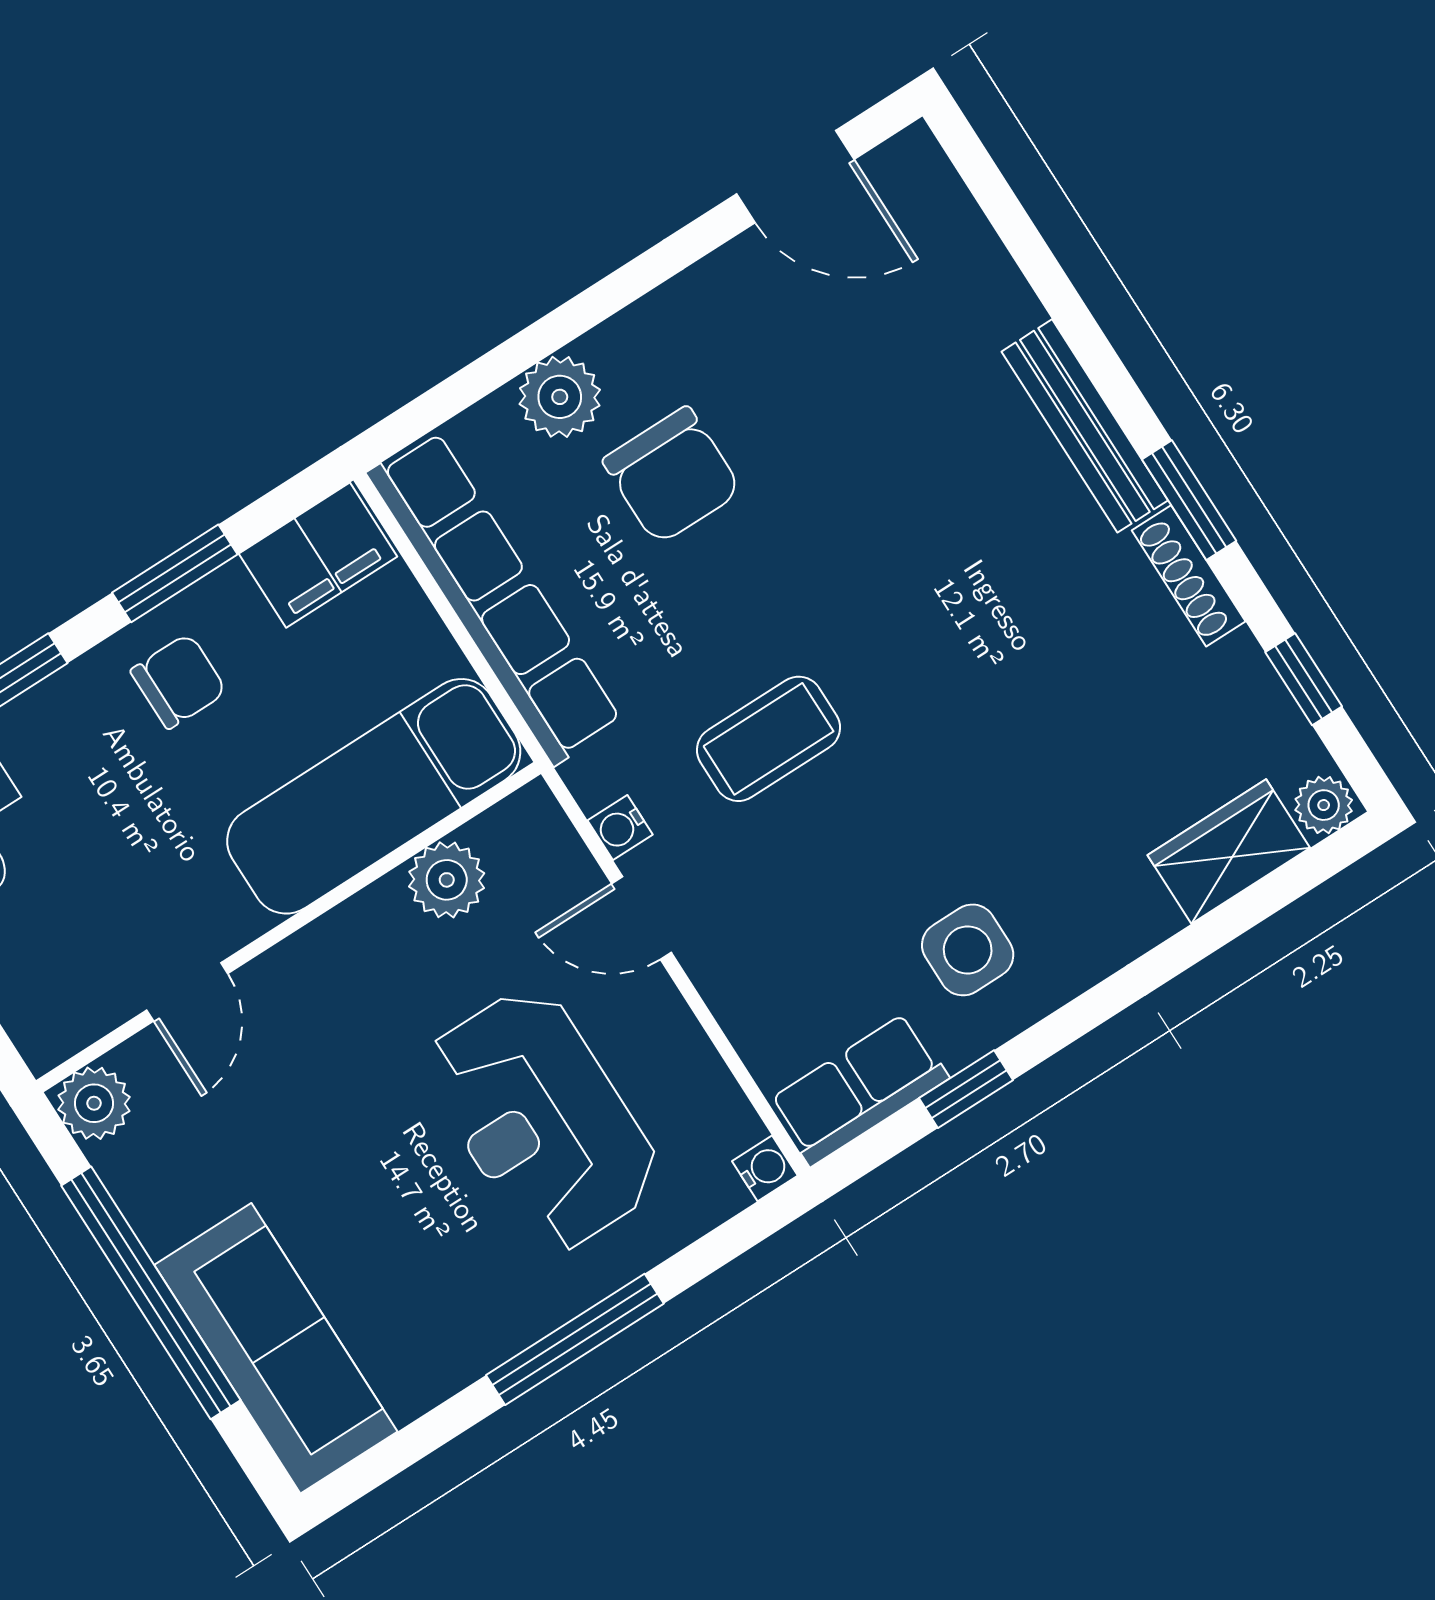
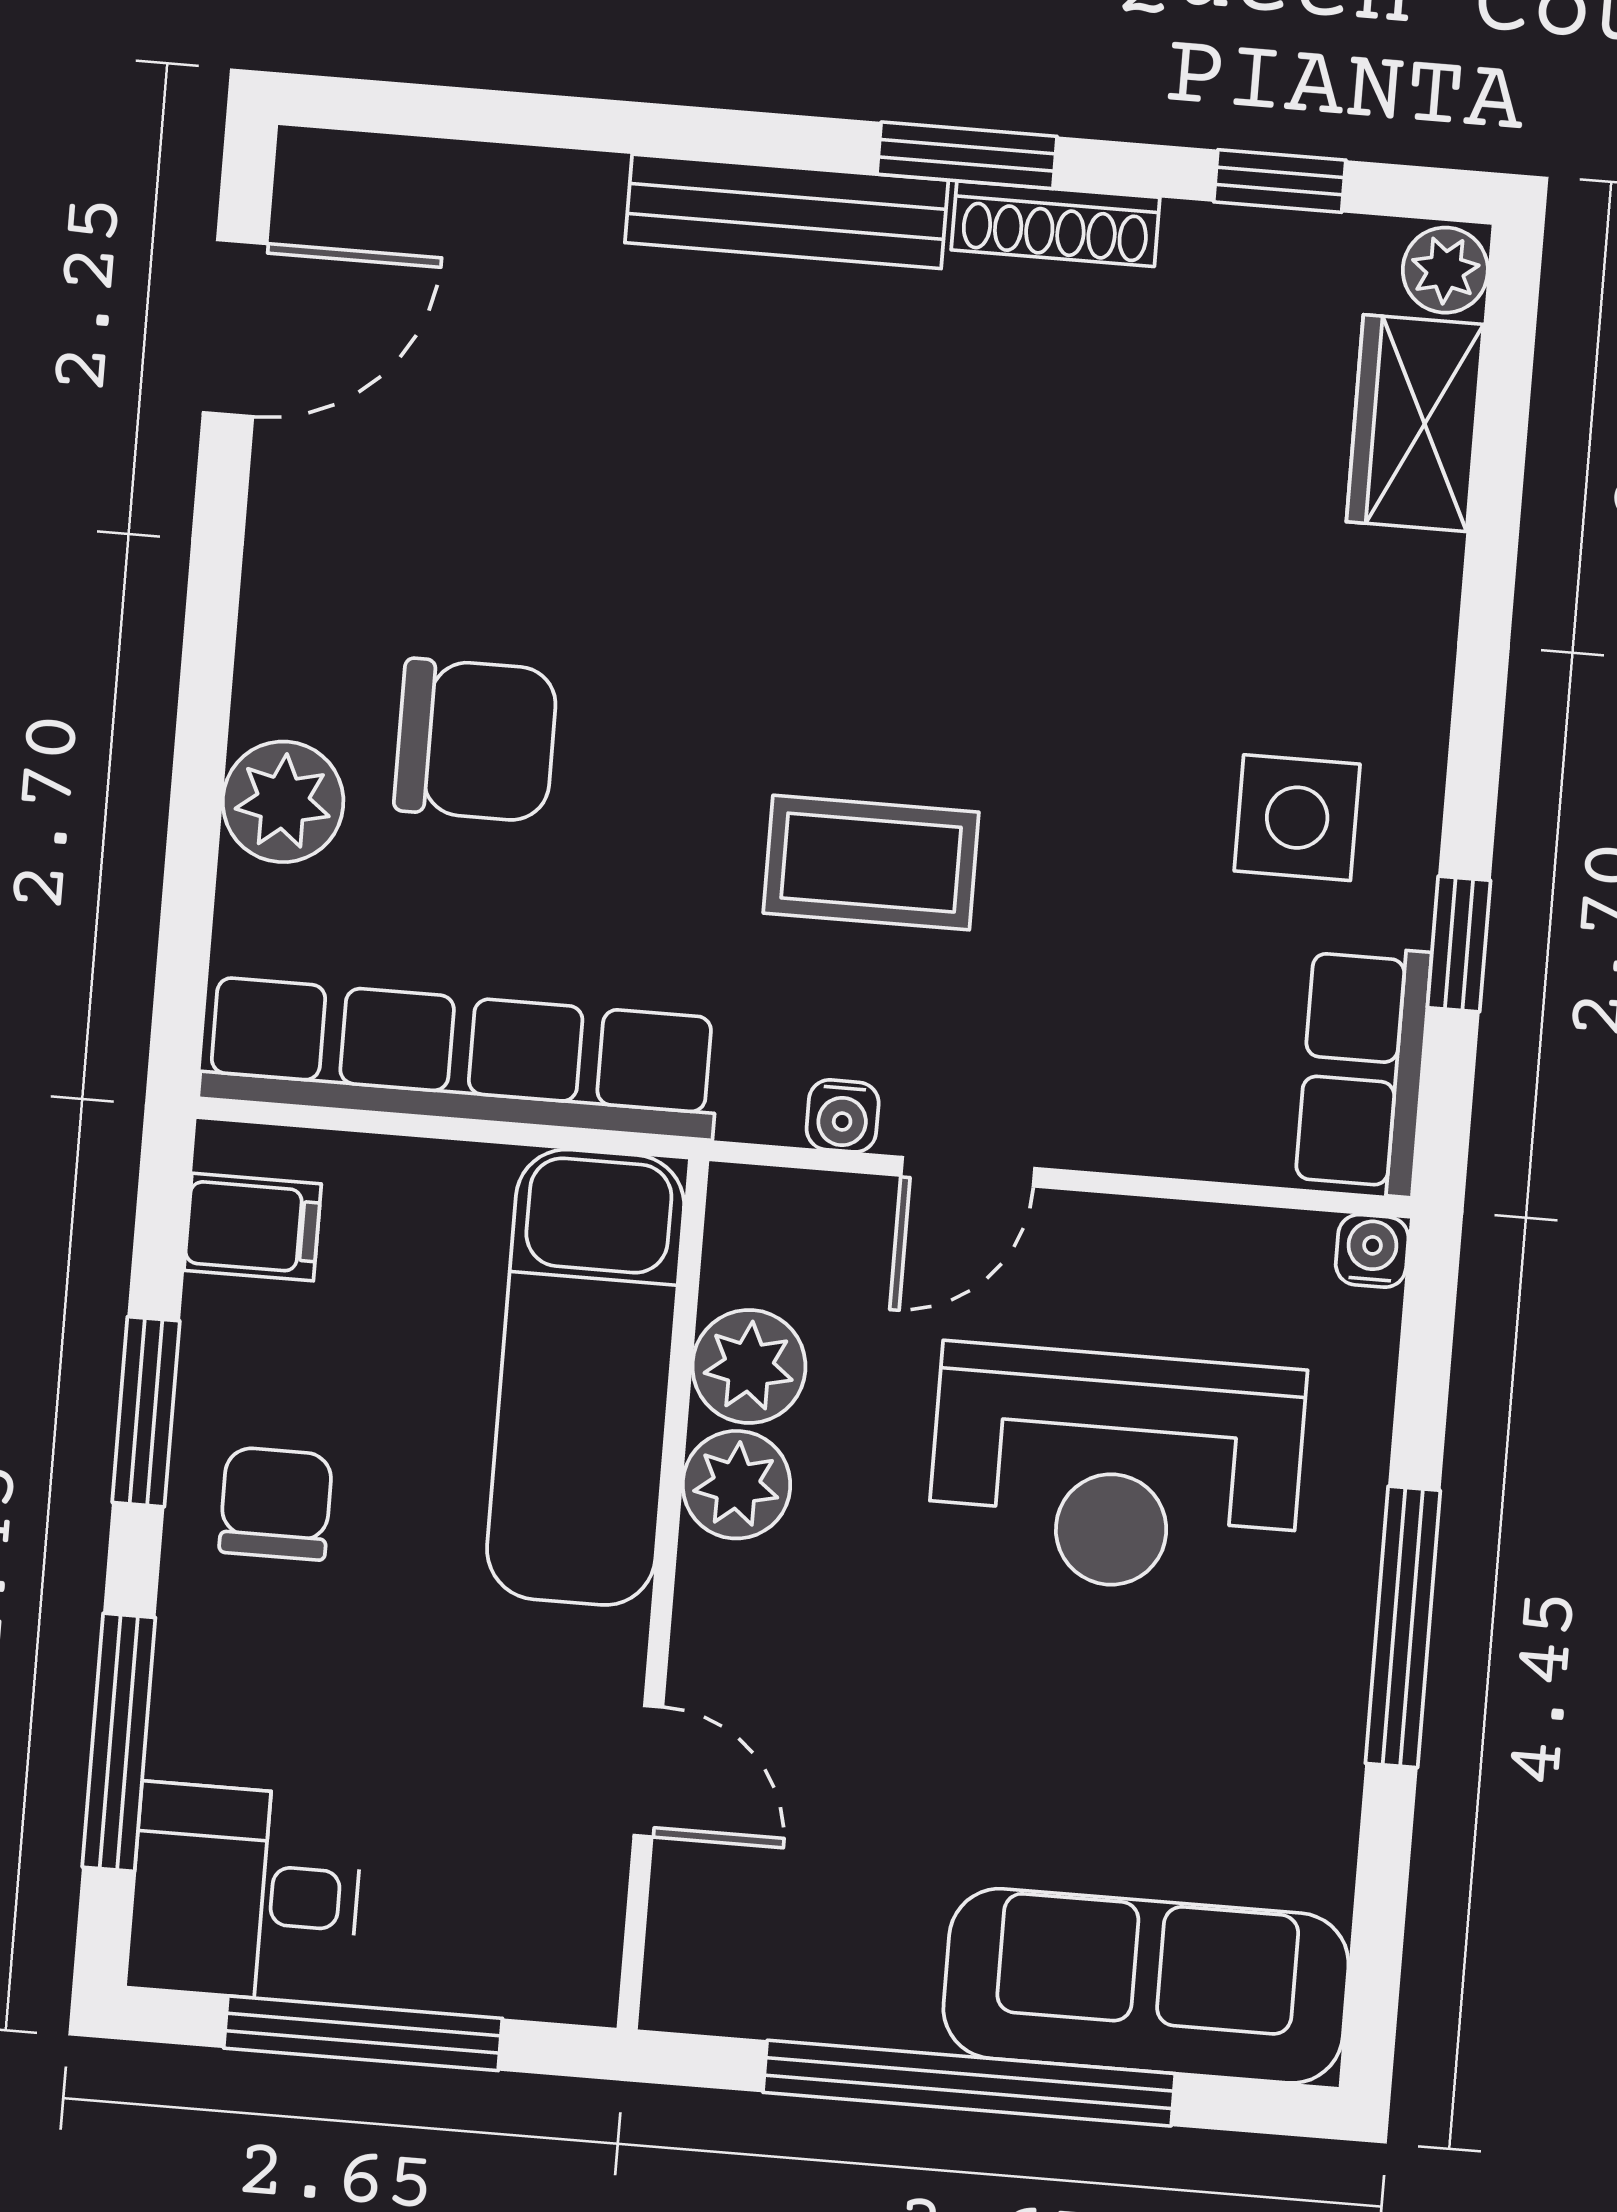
filing cabinet: (318, 555) -> (253, 1227), width x0.50
coffee table: (768, 739) -> (871, 863), turned 90
plant: (94, 1103) -> (737, 1485), moved

